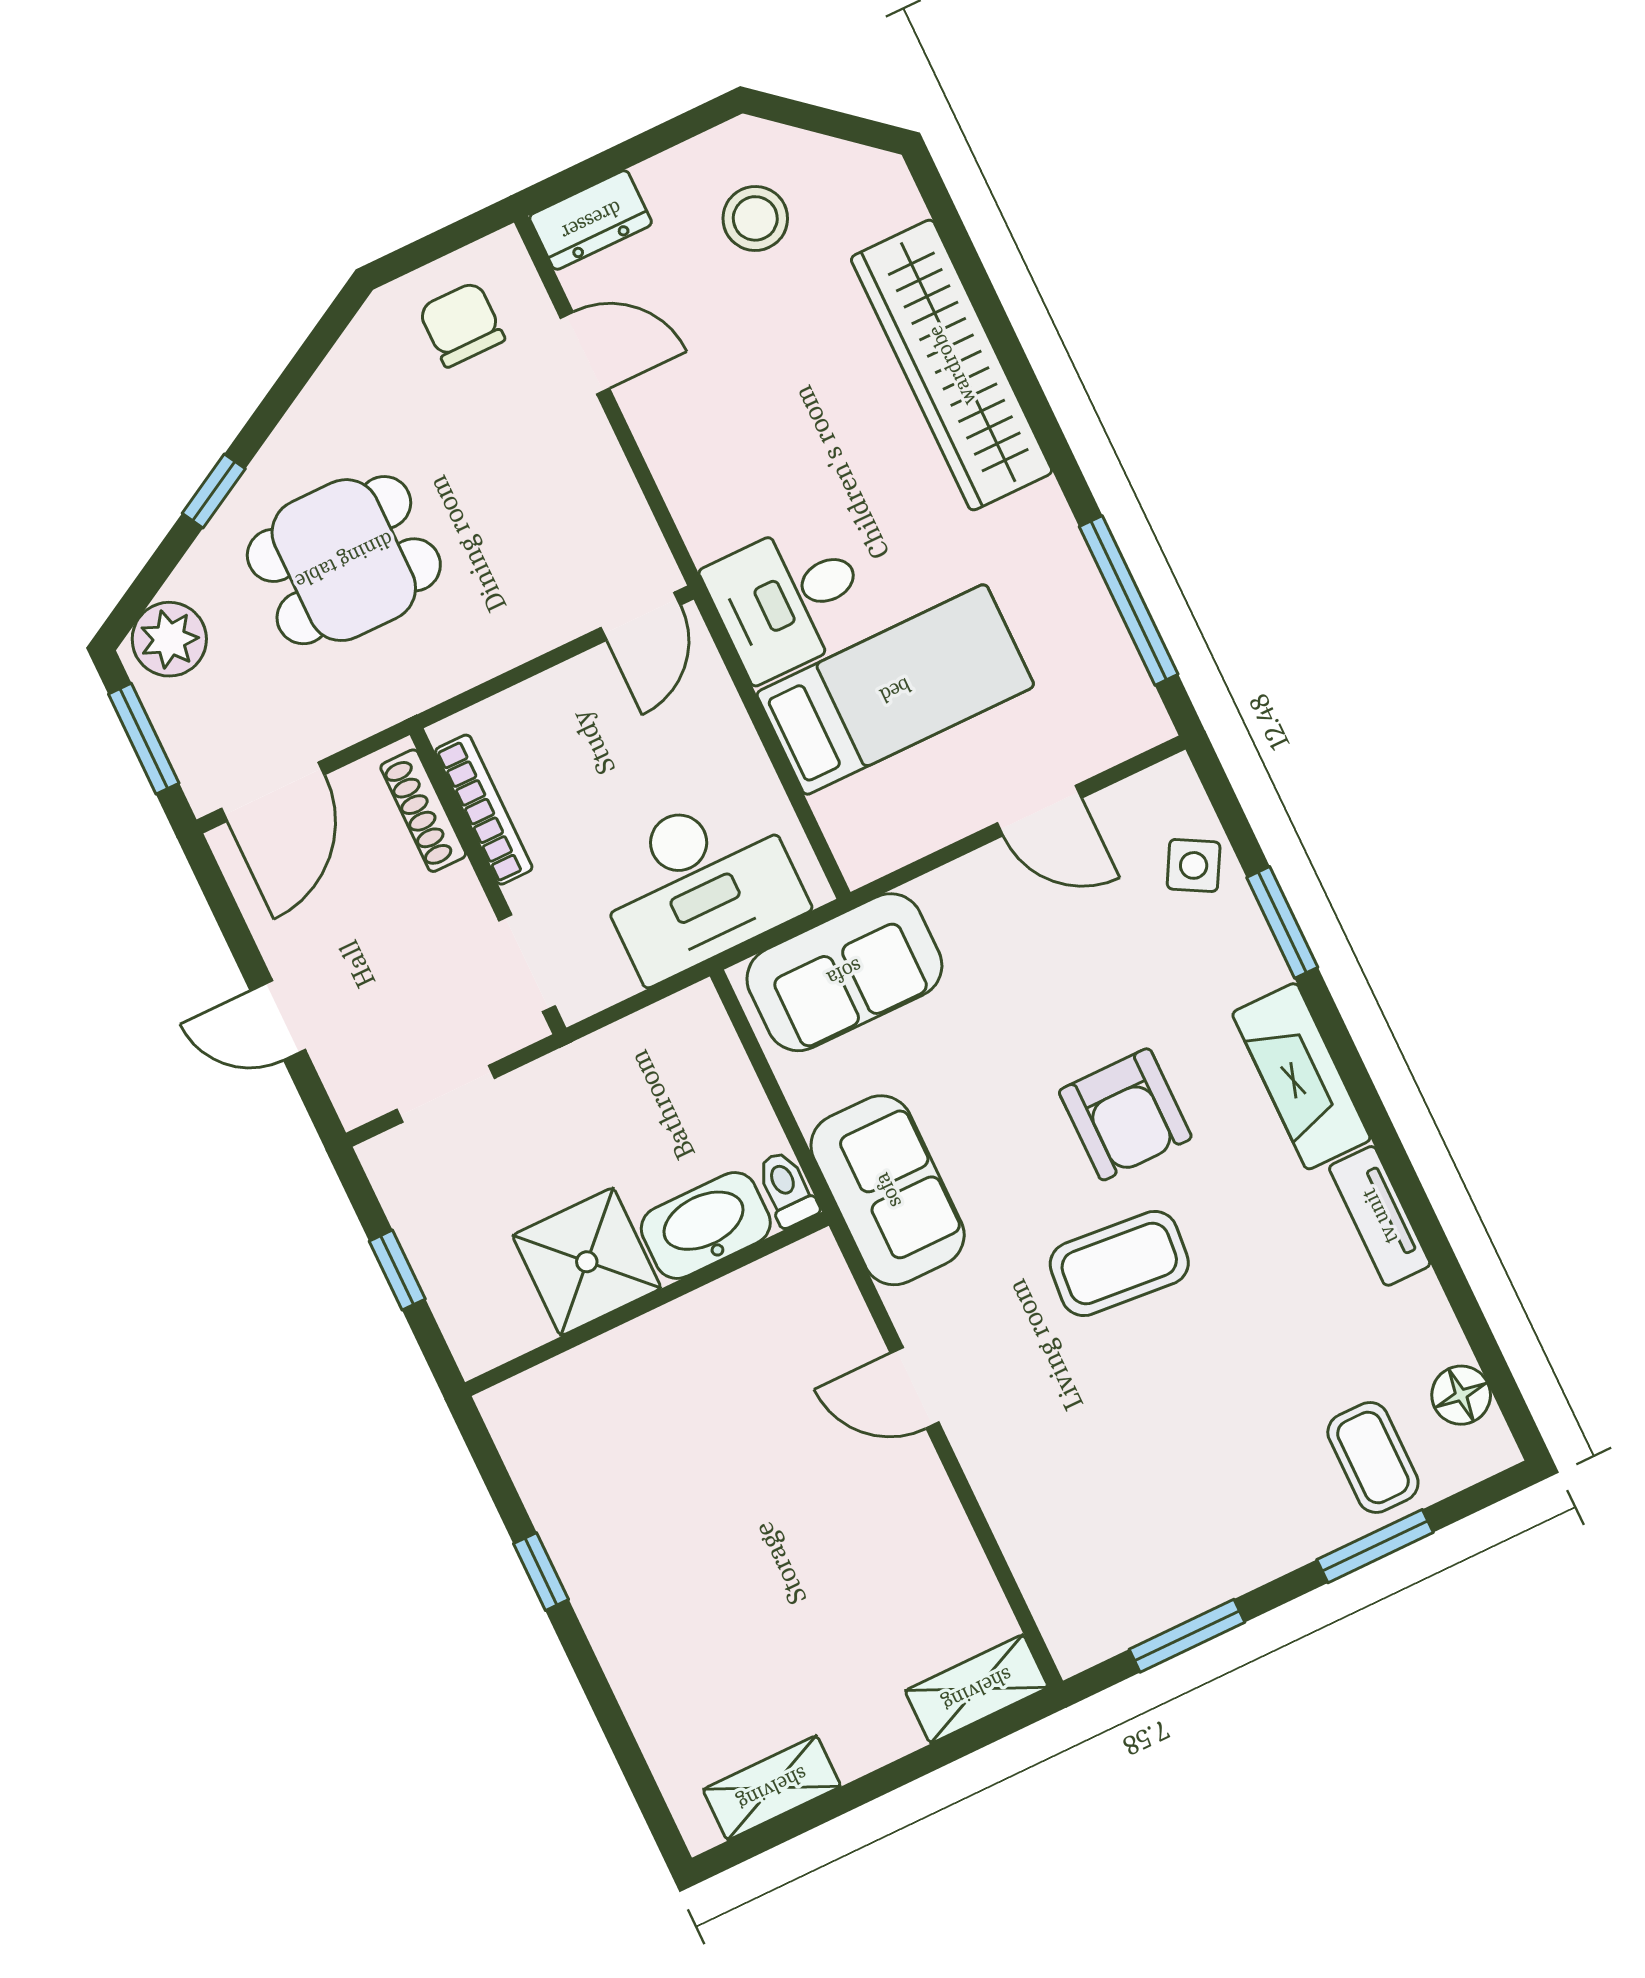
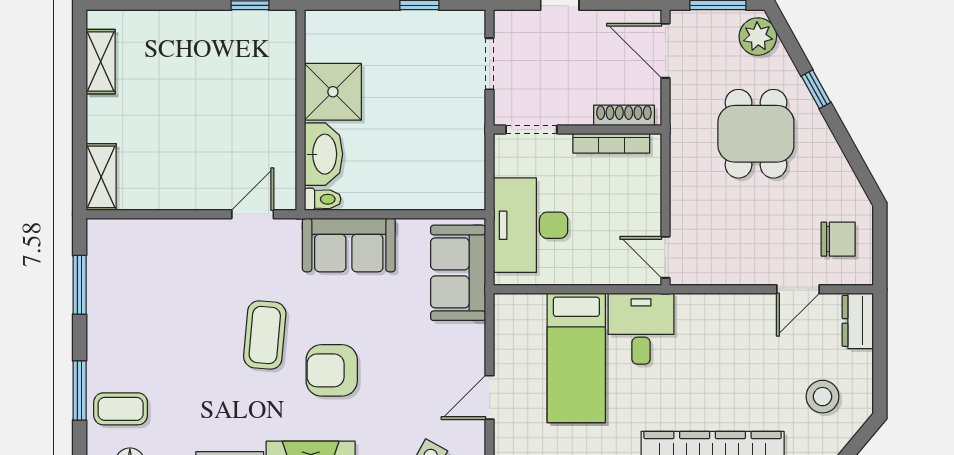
toilet: (787, 1189) -> (323, 199), moved
washbasin: (706, 1225) -> (324, 154), moved
shower: (587, 1262) -> (333, 92), moved
wall: (647, 1304) -> (301, 110), moved

